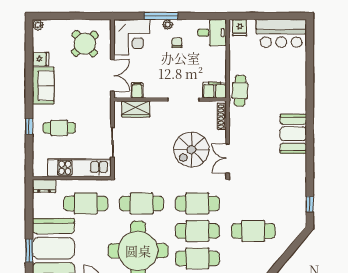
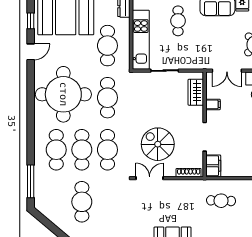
filing cabinet: (137, 90) -> (213, 104), moved
cafe table: (240, 91) -> (221, 201), moved

